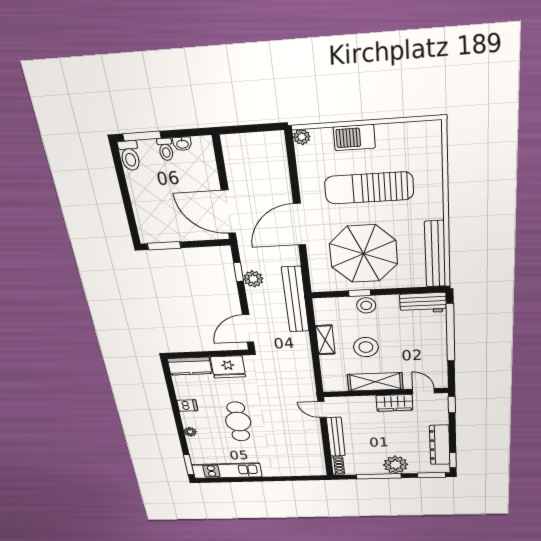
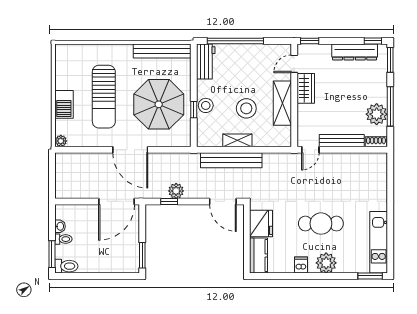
bench: (295, 299) -> (231, 160), moved
plant: (190, 432) -> (326, 263), width x1.88, depth x1.88
plant: (395, 465) -> (377, 114), moved

